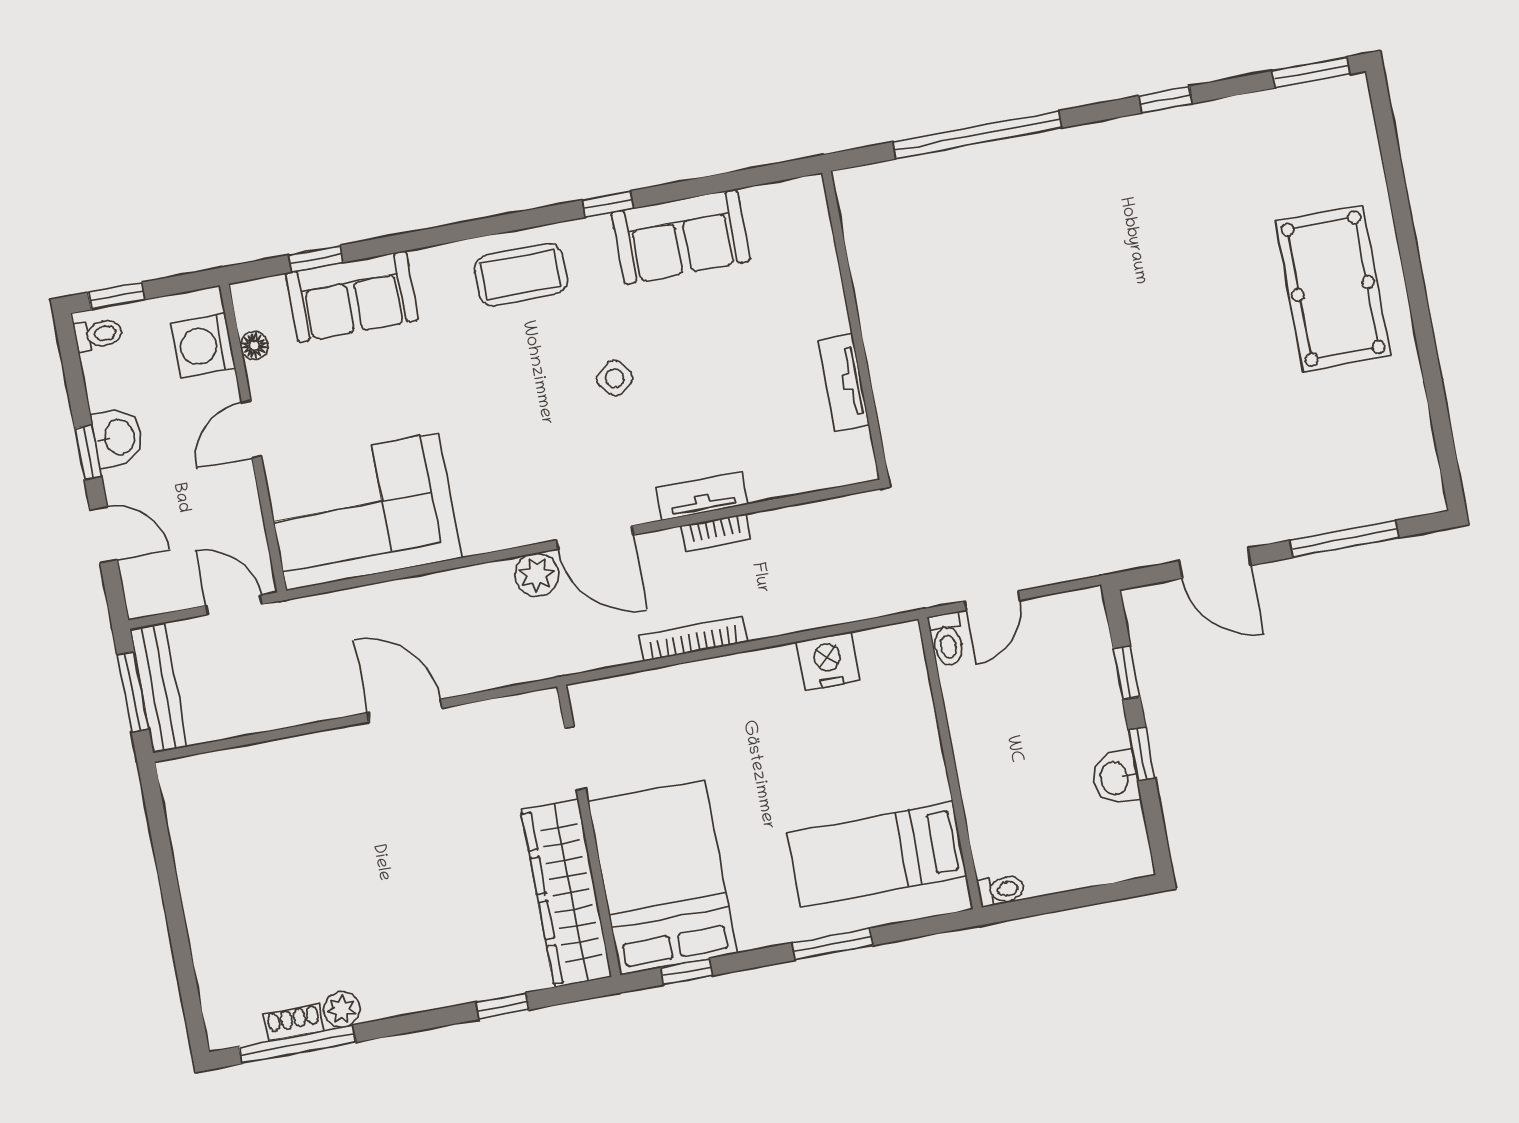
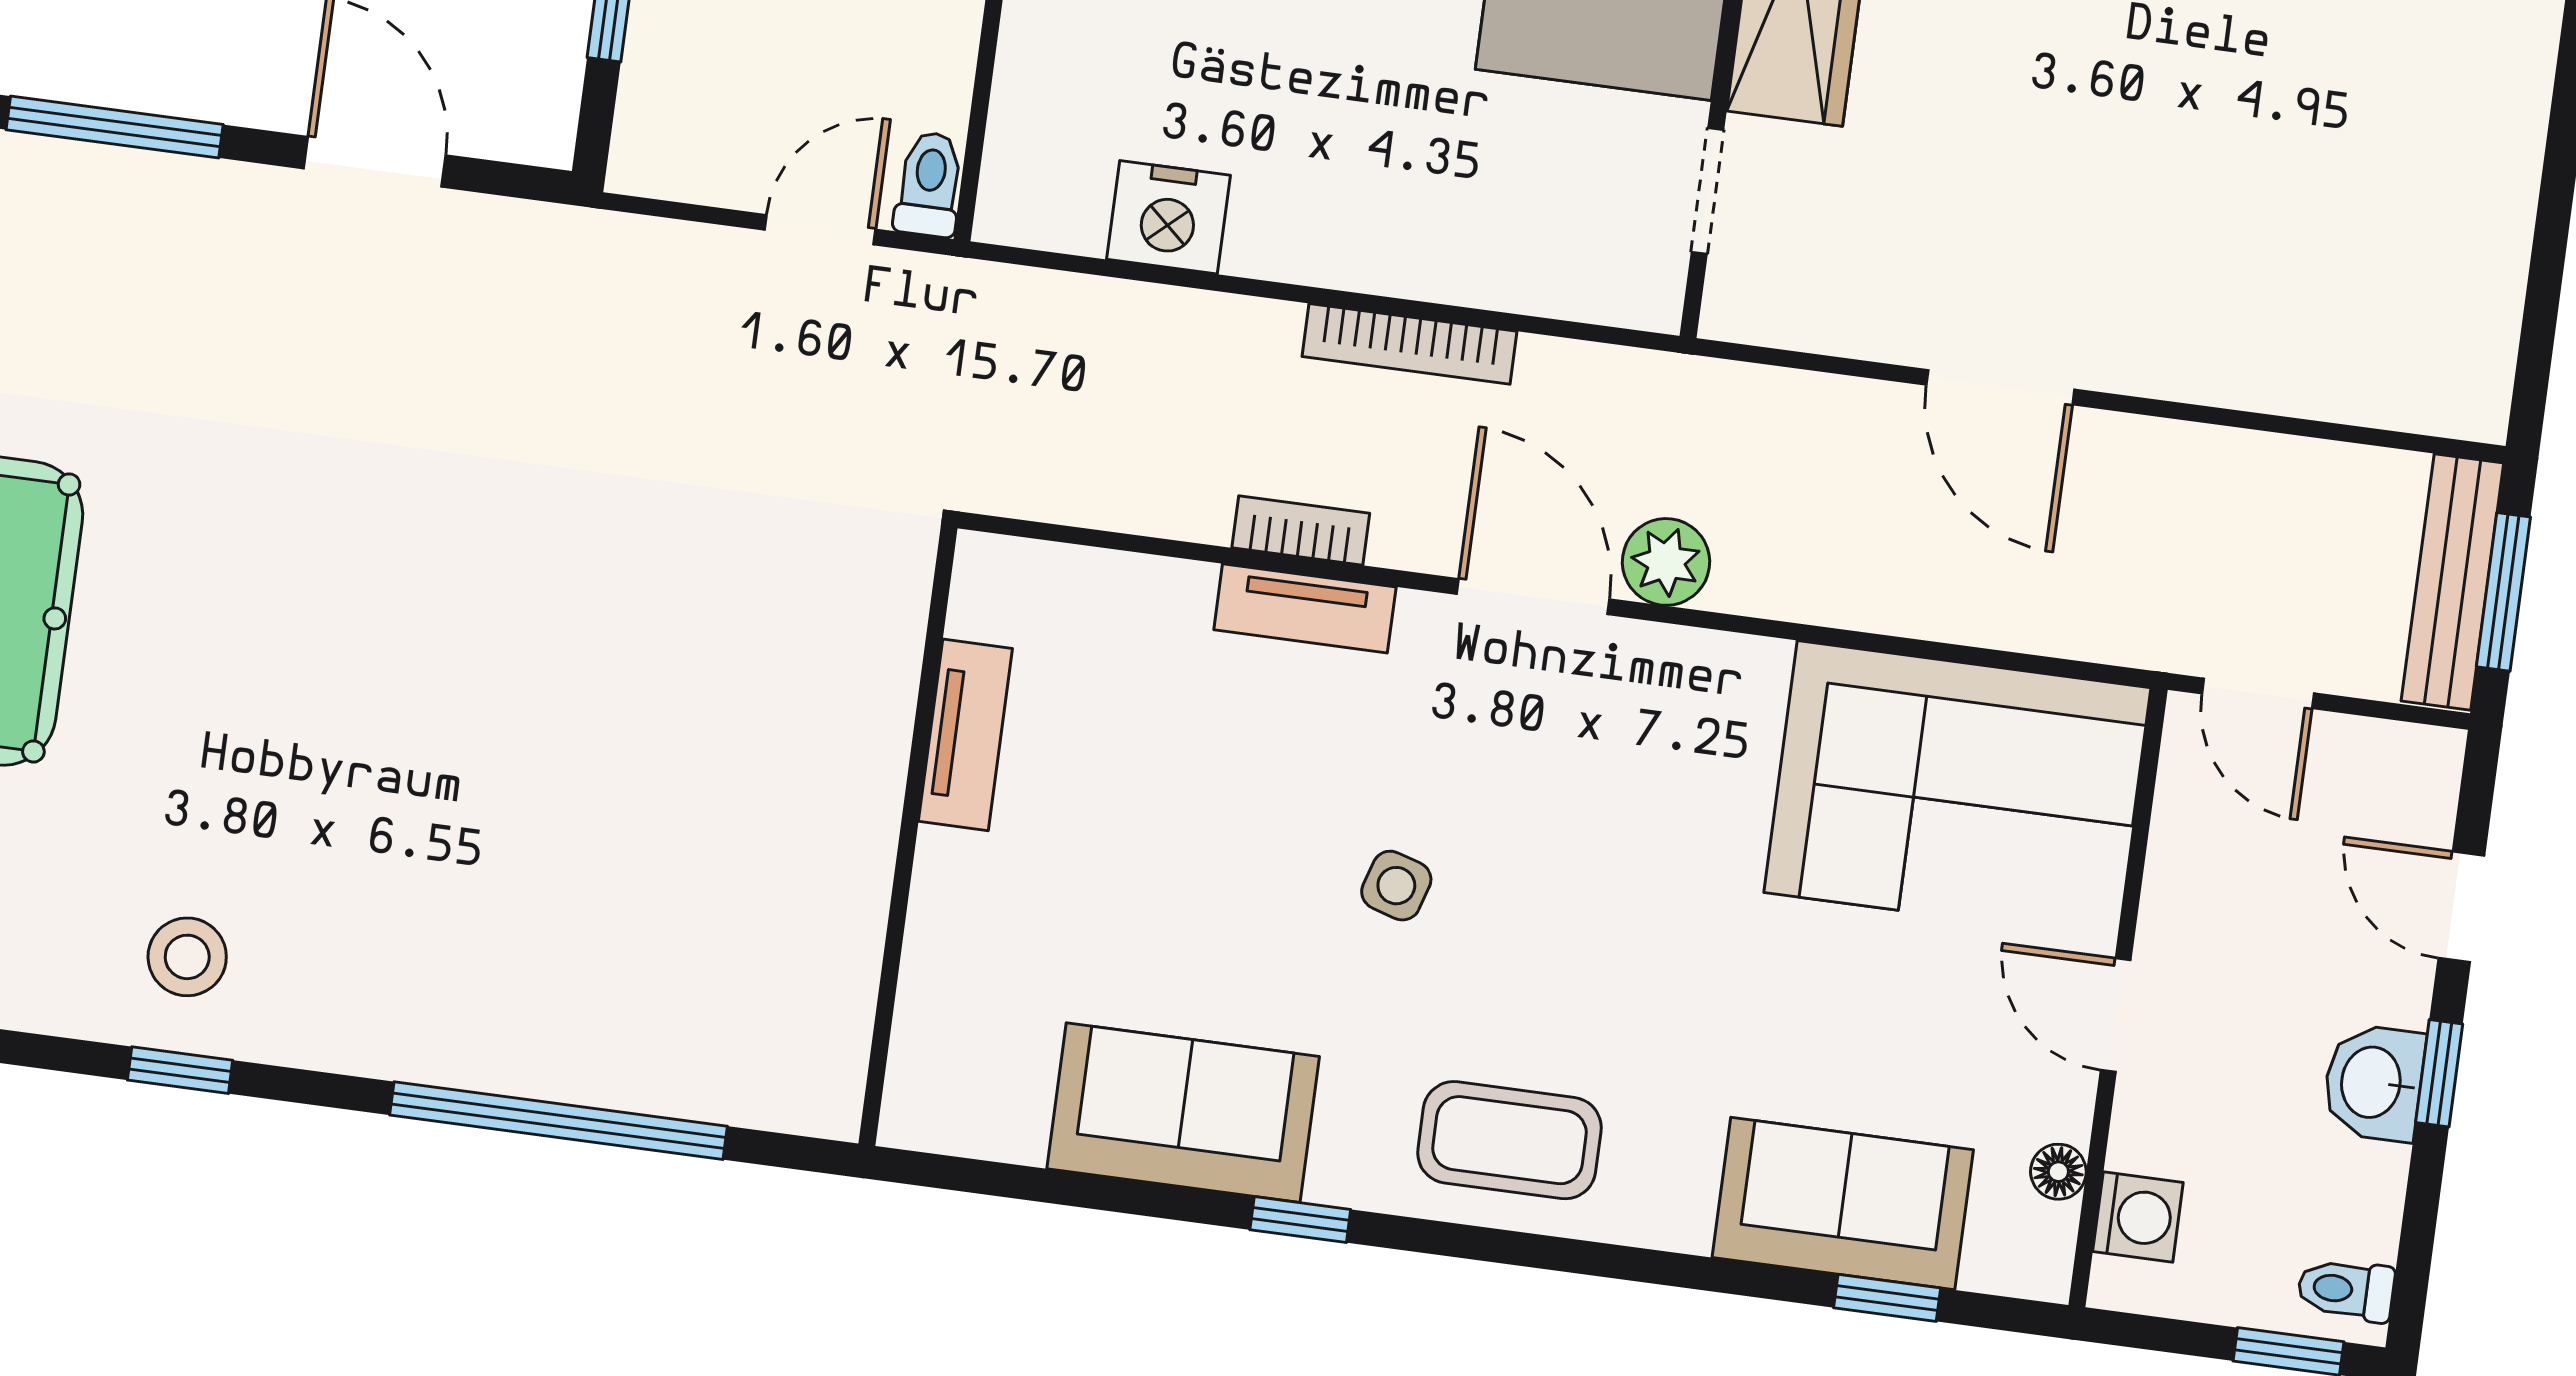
stool: (1180, 155) -> (187, 957), added
washing machine: (203, 345) -> (2138, 1217), width x0.73, depth x0.73
side table: (615, 378) -> (1396, 886), turned -32
door: (251, 429) -> (2116, 1015), swing flipped

